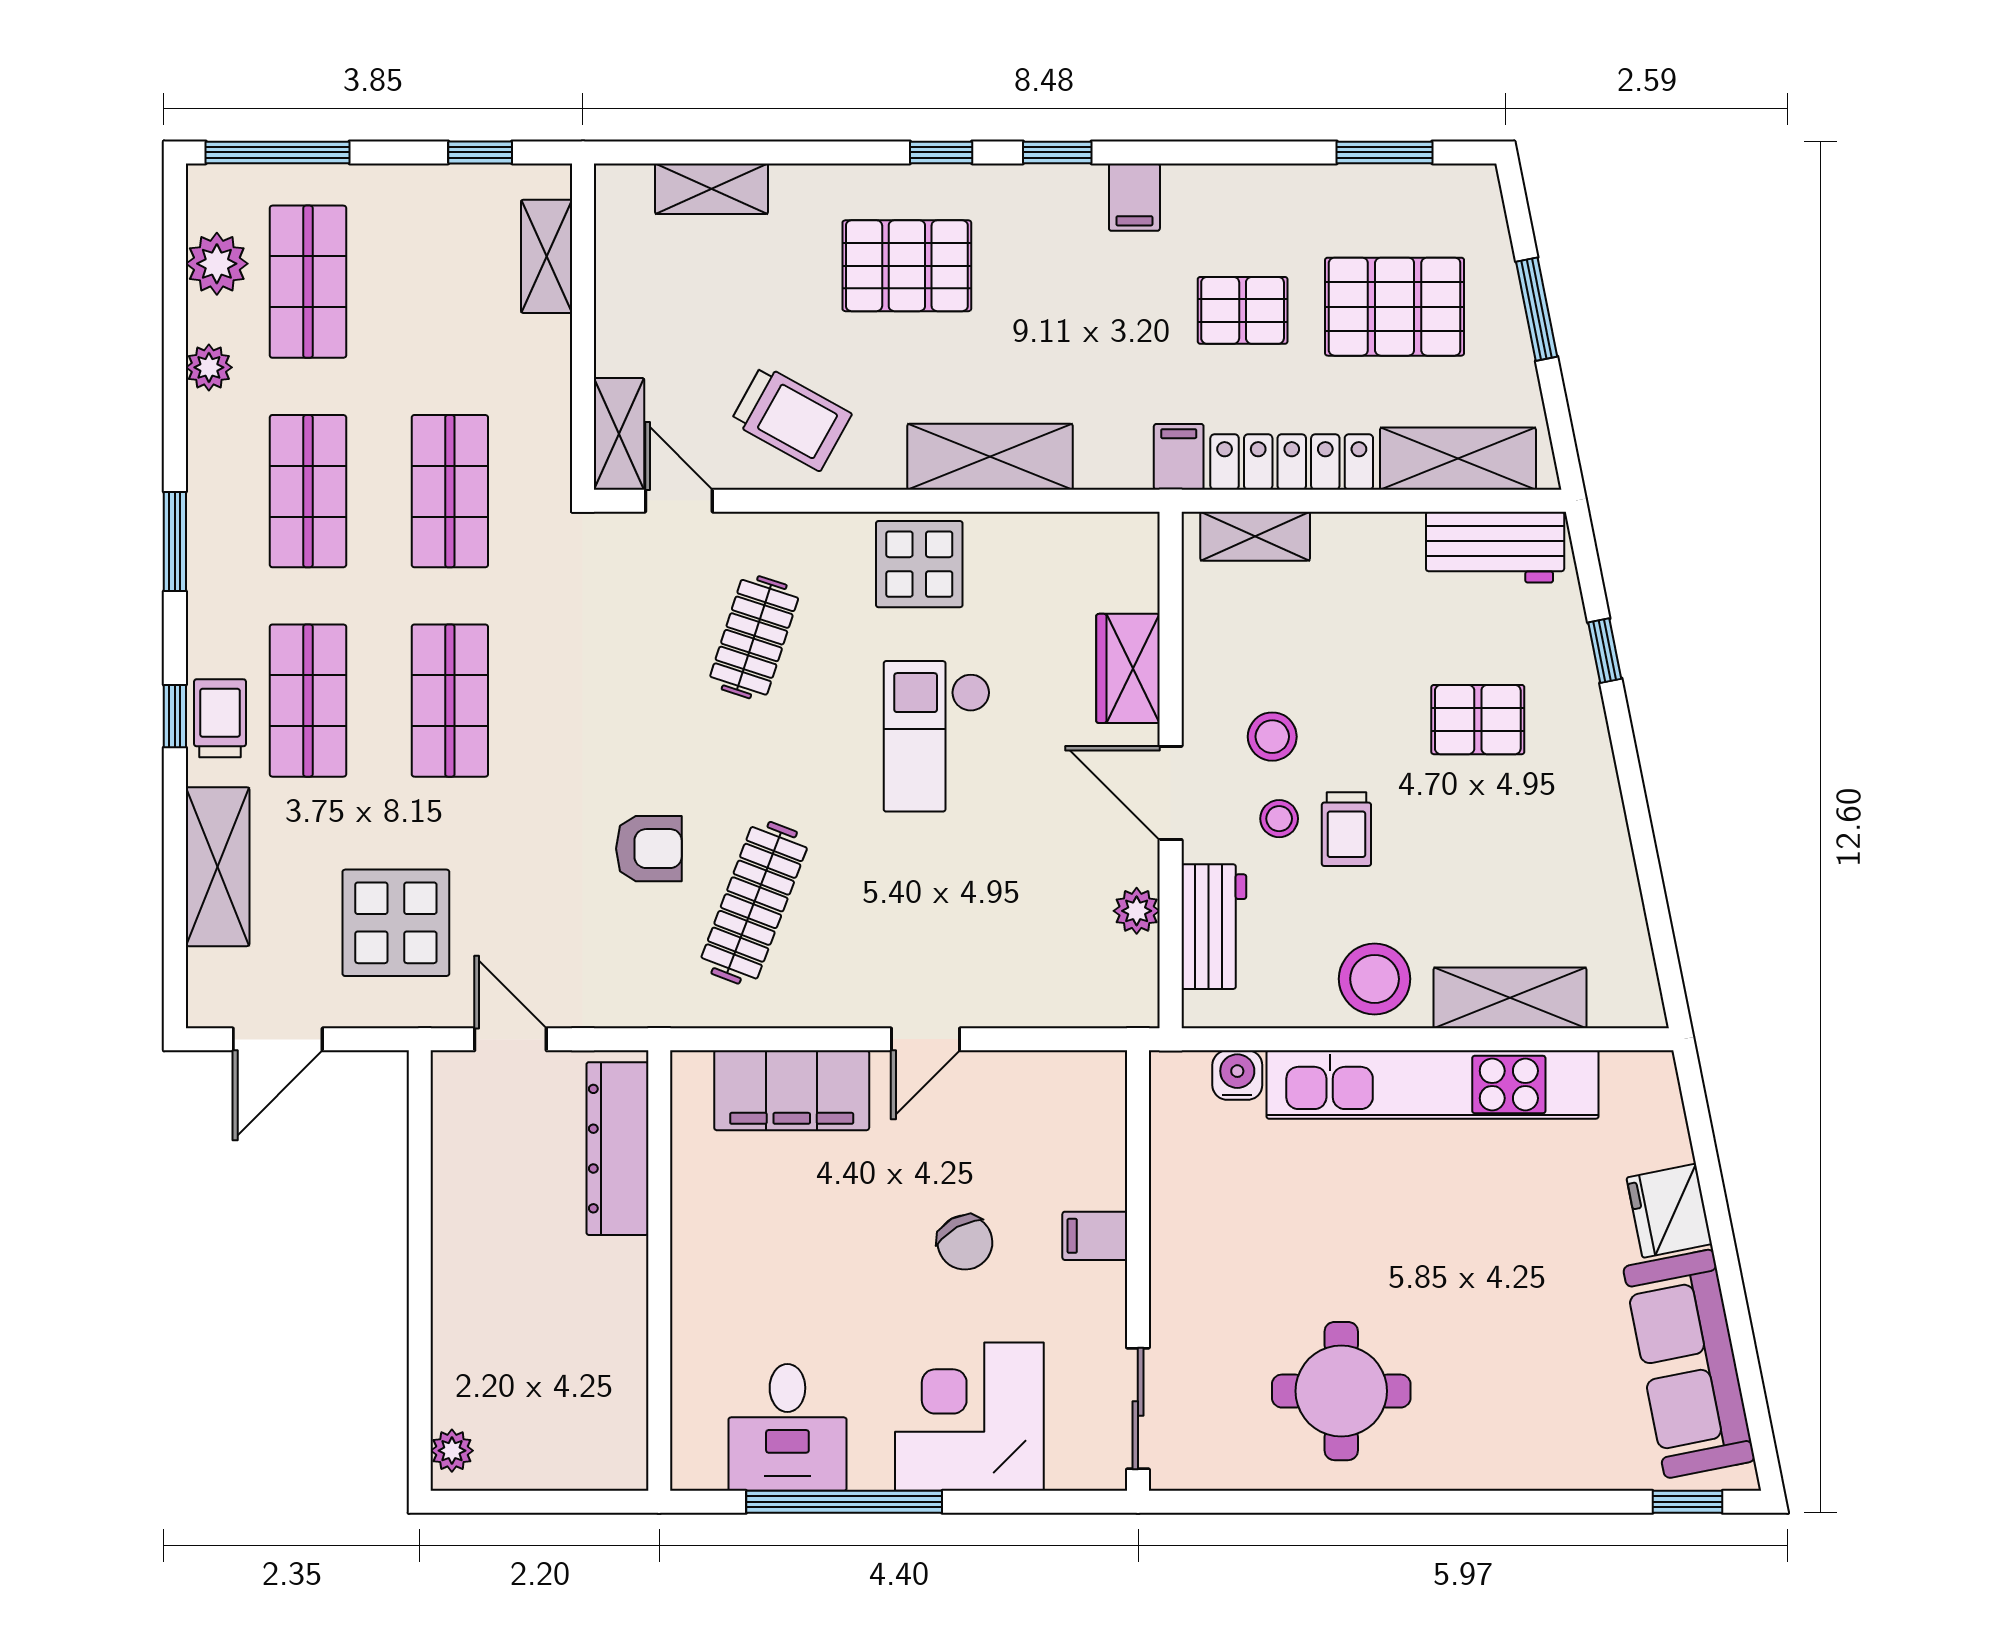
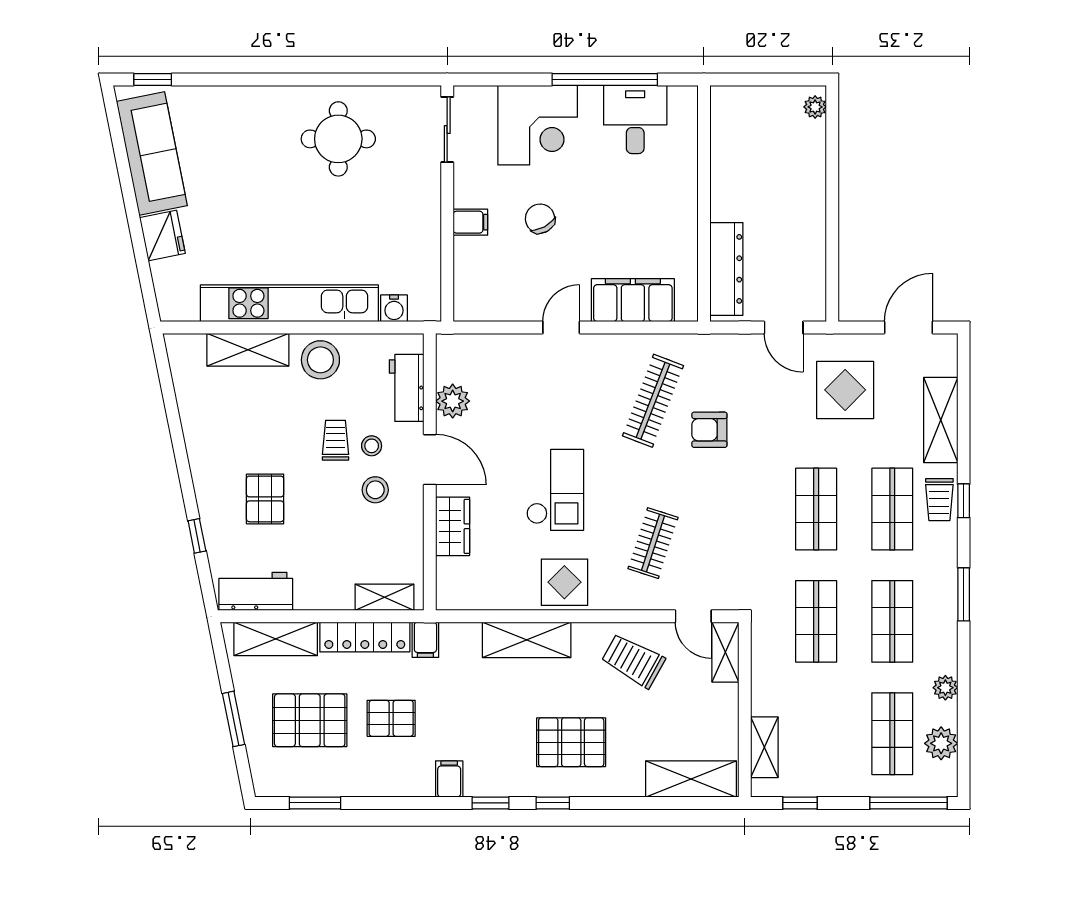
shelving: (712, 189) -> (691, 779), width x1.50, depth x1.33
pallet: (1478, 720) -> (265, 499), turned 90
plant: (1137, 911) -> (453, 401), width x1.38, depth x1.38

